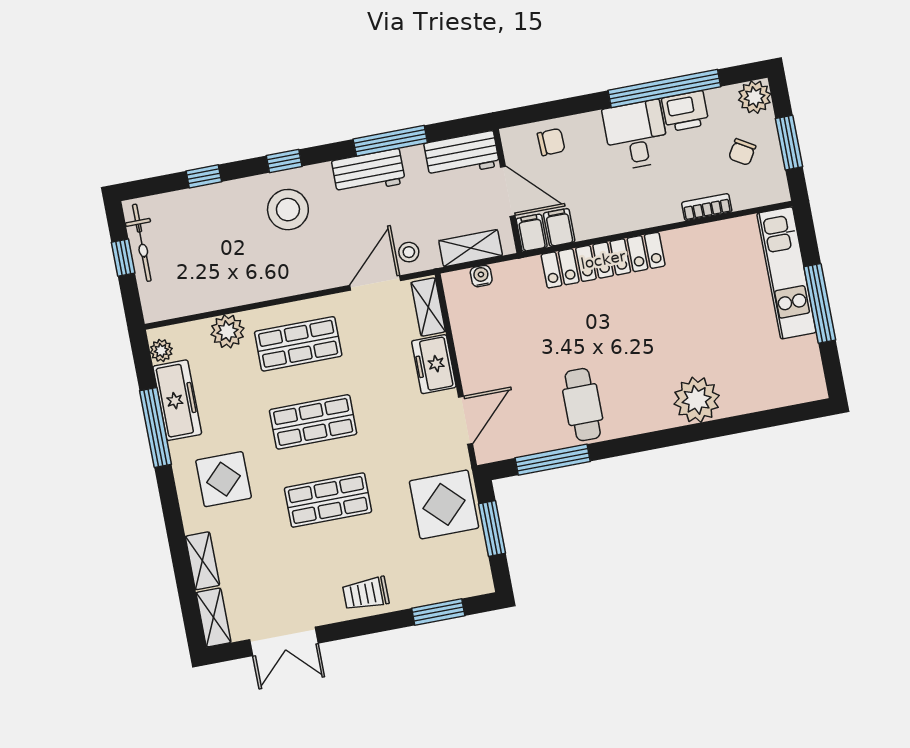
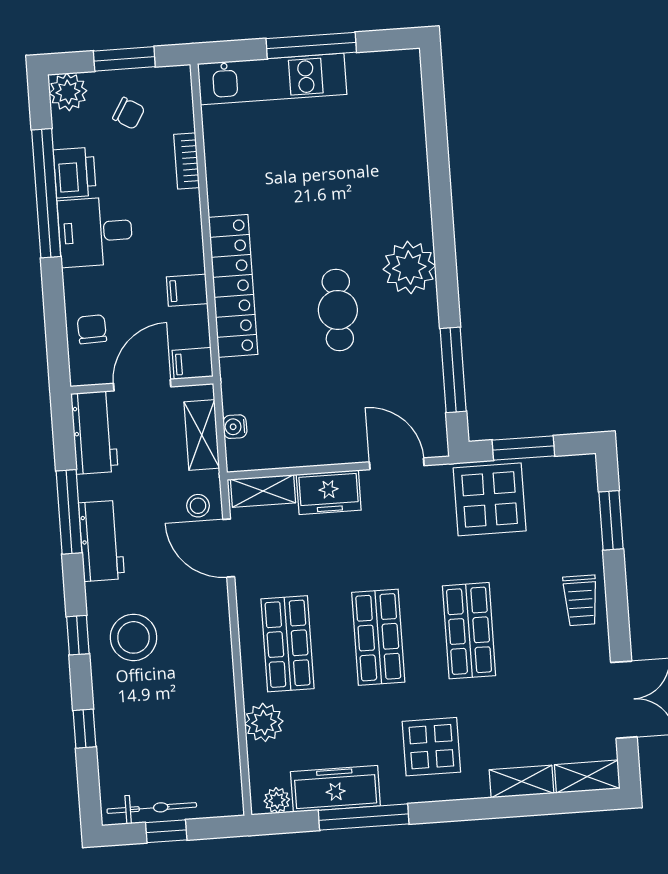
filing cabinet: (559, 227) -> (187, 290), moved
plant: (697, 400) -> (409, 267), moved
cafe table: (583, 405) -> (338, 310), moved, turned 90

